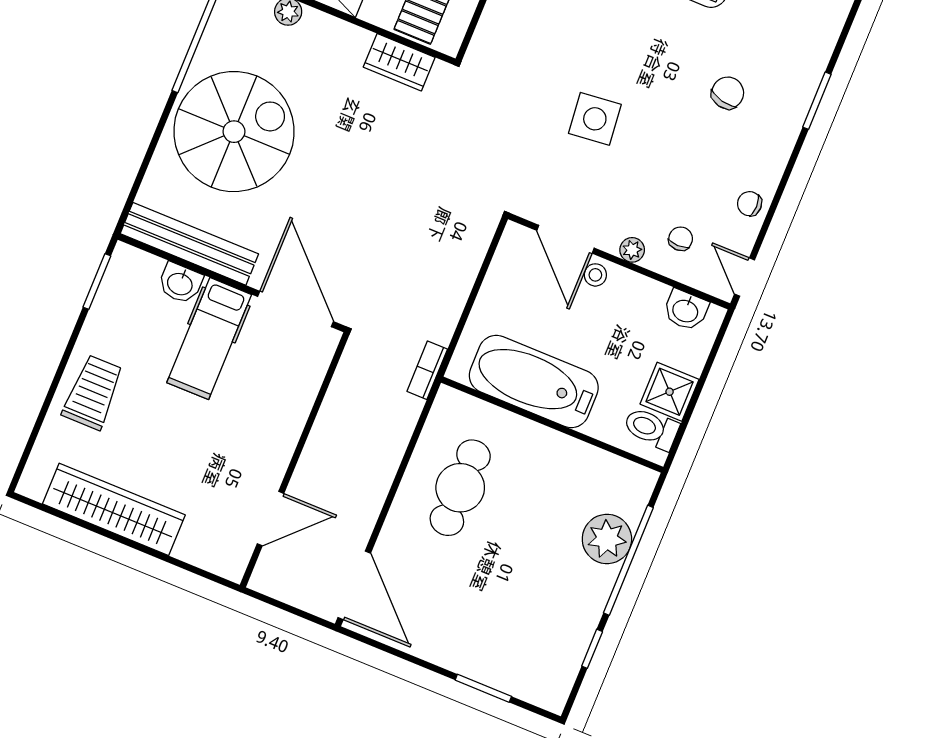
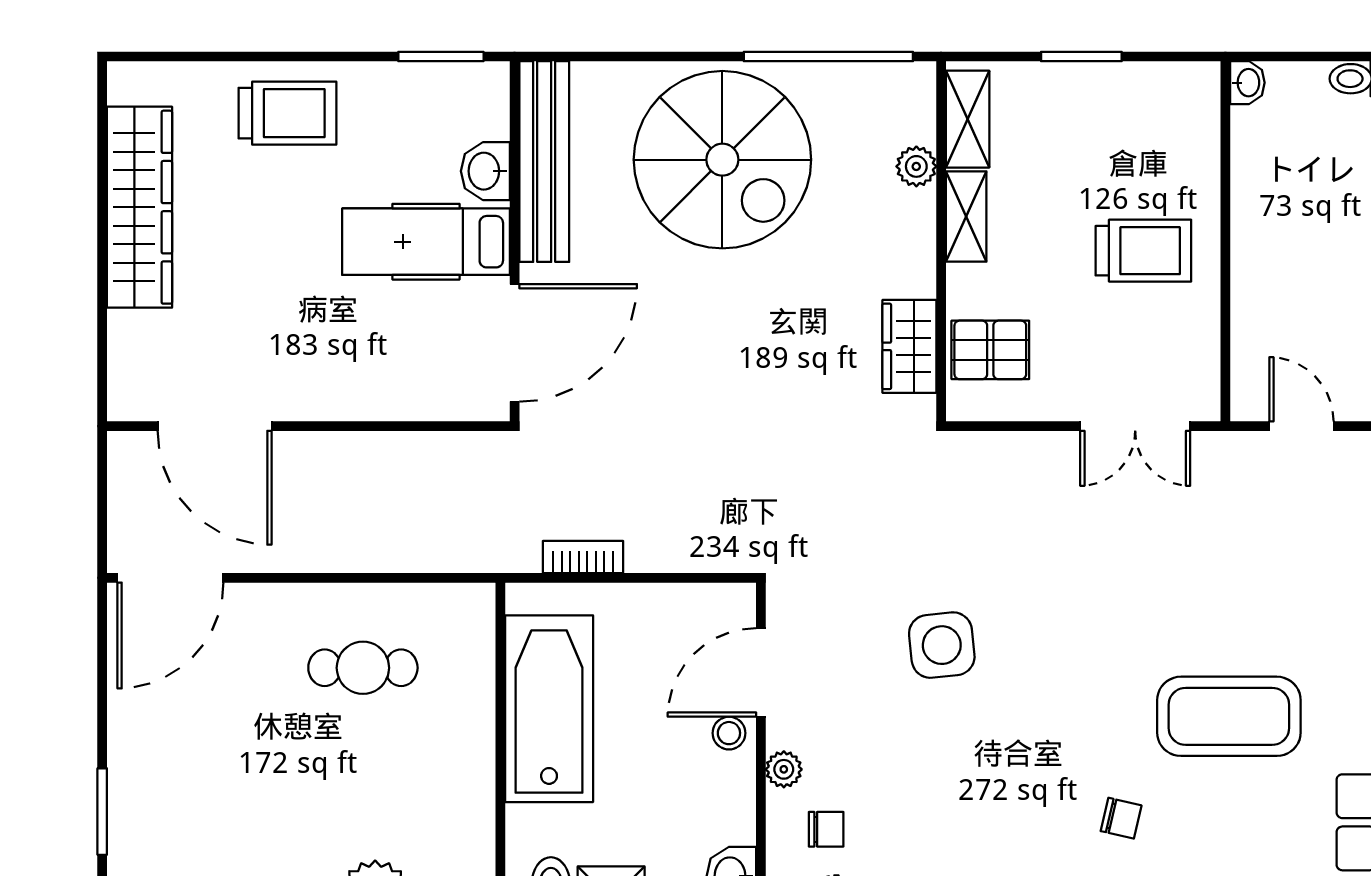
chair: (728, 93) -> (1121, 818), moved, width x0.73, depth x0.73
bookcase: (427, 370) -> (583, 557), moved
cafe table: (460, 488) -> (363, 668), width x0.73, depth x0.74
door: (270, 519) -> (215, 426), width x1.36

